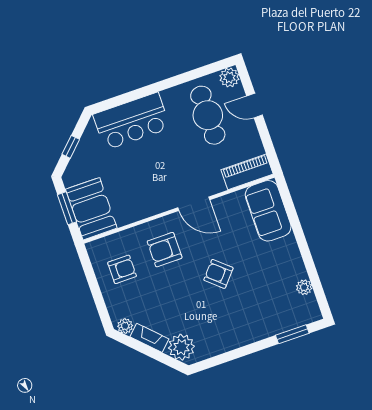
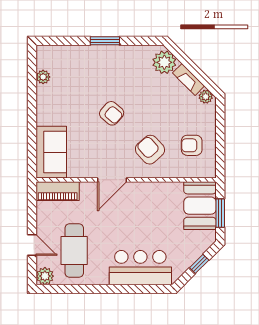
door: (194, 204) -> (112, 180), swing flipped
armchair: (165, 250) -> (150, 150), turned -132
window: (292, 334) -> (105, 41), moved

